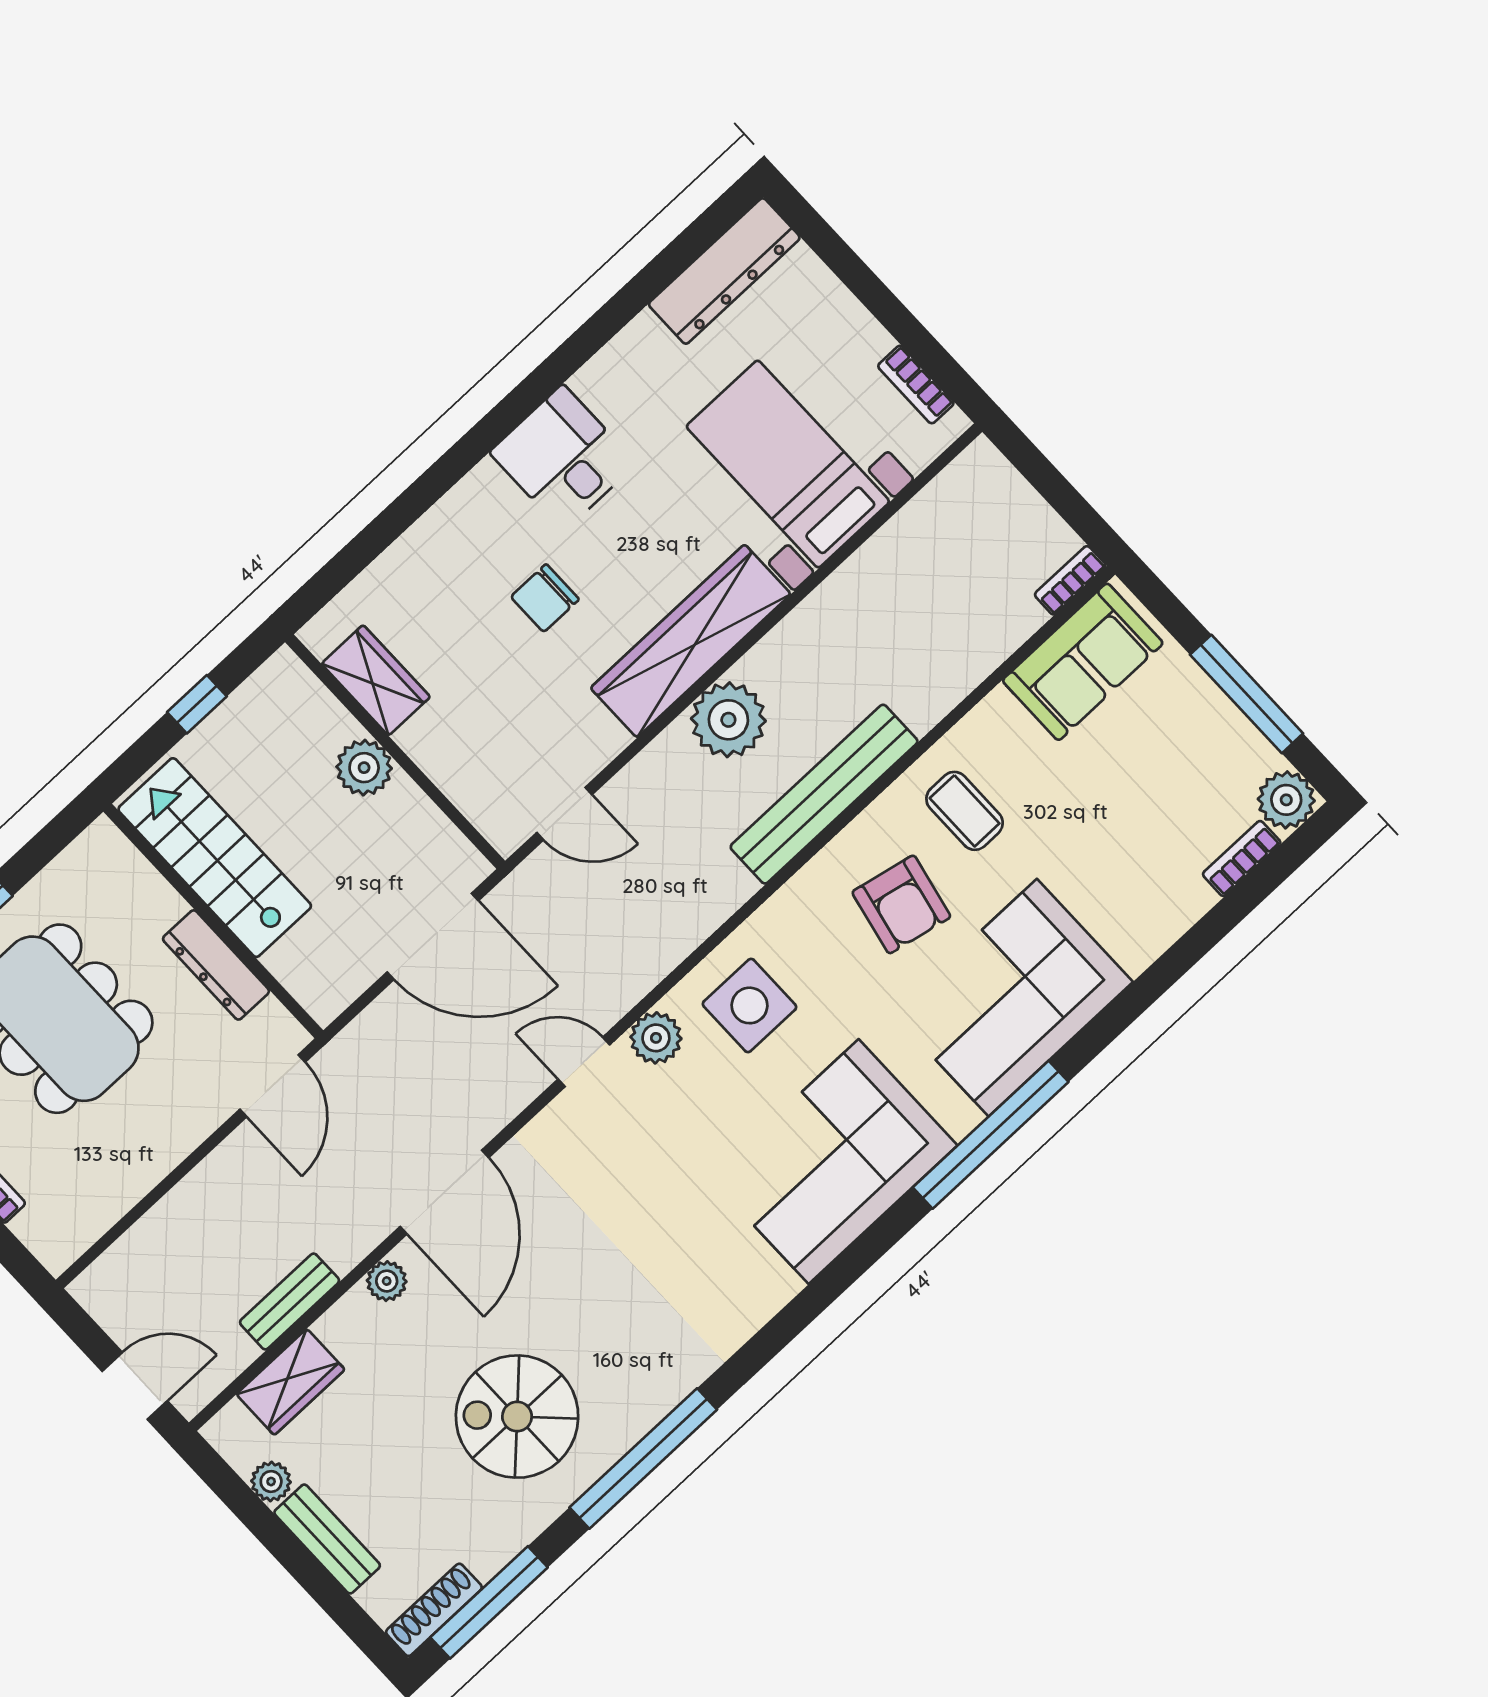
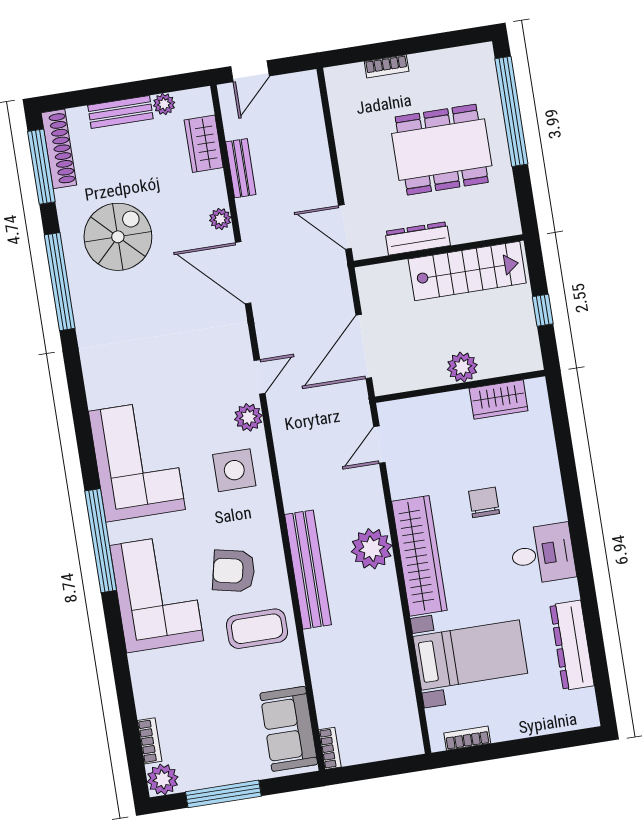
dresser: (724, 271) -> (572, 645), moved
coffee table: (965, 811) -> (257, 629), width x1.36, depth x1.30
shoe rack: (434, 1610) -> (59, 149), width x1.36, depth x1.24

